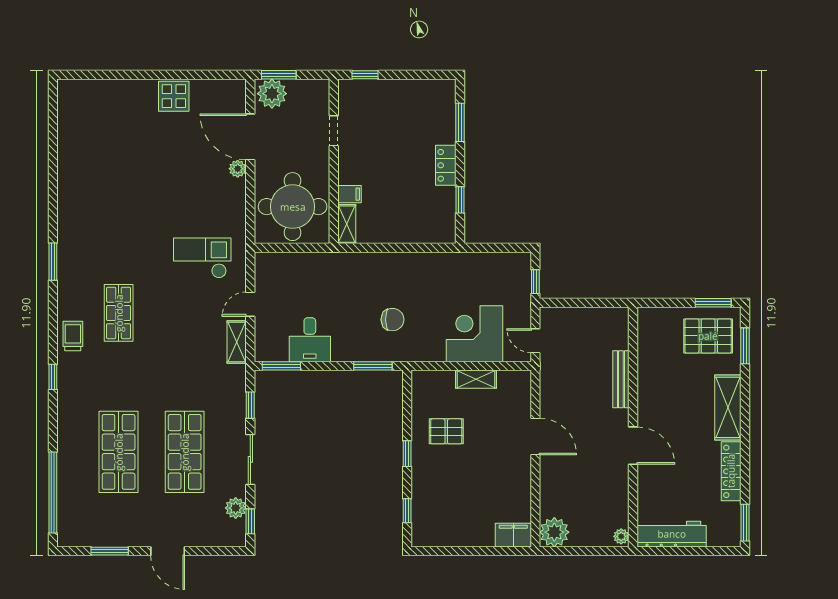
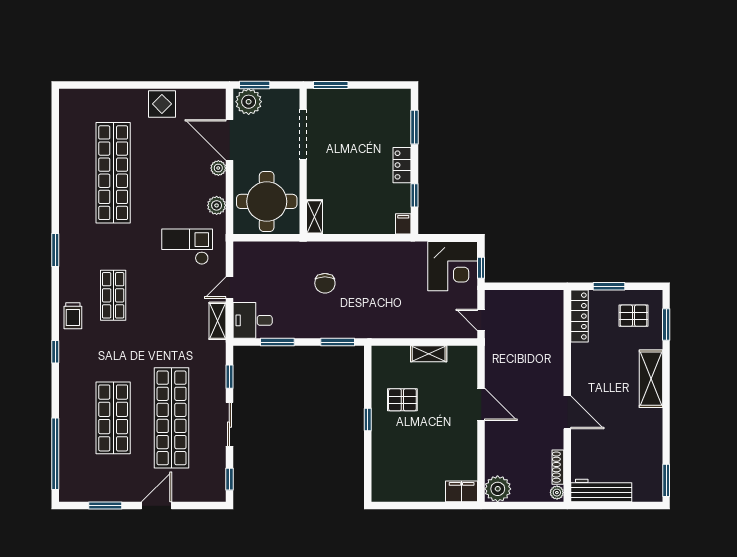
window: (365, 75) -> (331, 85), width x1.50
doorway: (334, 131) -> (303, 135), width x1.88
shop shelf: (119, 174) -> (113, 173), added
filing cabinet: (350, 194) -> (403, 224), moved, turned -90
window: (713, 303) -> (609, 286), moved
chair: (393, 320) -> (325, 283), moved, turned 90
corner desk: (474, 334) -> (453, 266), moved, turned 180
trolley: (73, 336) -> (73, 316), turned 180
pallet: (708, 336) -> (634, 316), width x0.67, depth x0.71
desk: (310, 340) -> (253, 320), moved, turned 90
window: (281, 366) -> (277, 342), moved
bench: (621, 379) -> (557, 354), removed
shop shelf: (185, 452) -> (172, 418), width x1.40
locker: (731, 471) -> (580, 316), moved, turned 180
plant: (236, 508) -> (217, 205), moved
shoe rack: (622, 508) -> (558, 467), added
window: (407, 511) -> (368, 470), removed
door: (168, 551) -> (156, 506), swing flipped

